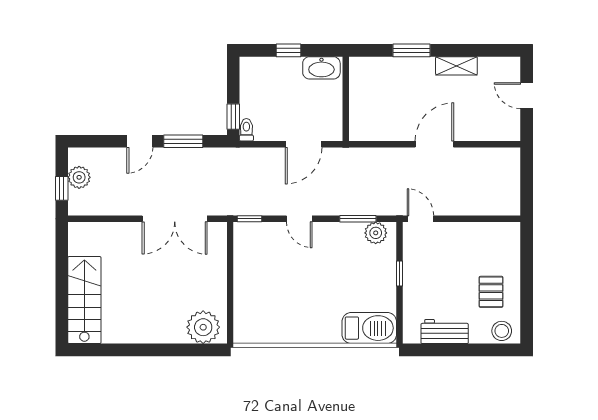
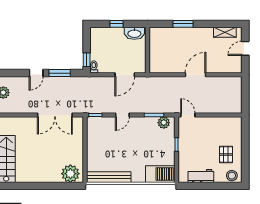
shelving: (456, 66) -> (225, 32), moved
door: (527, 96) -> (245, 48), hinge flipped
door: (299, 219) -> (122, 115), hinge flipped
bench: (274, 334) -> (109, 177), added

